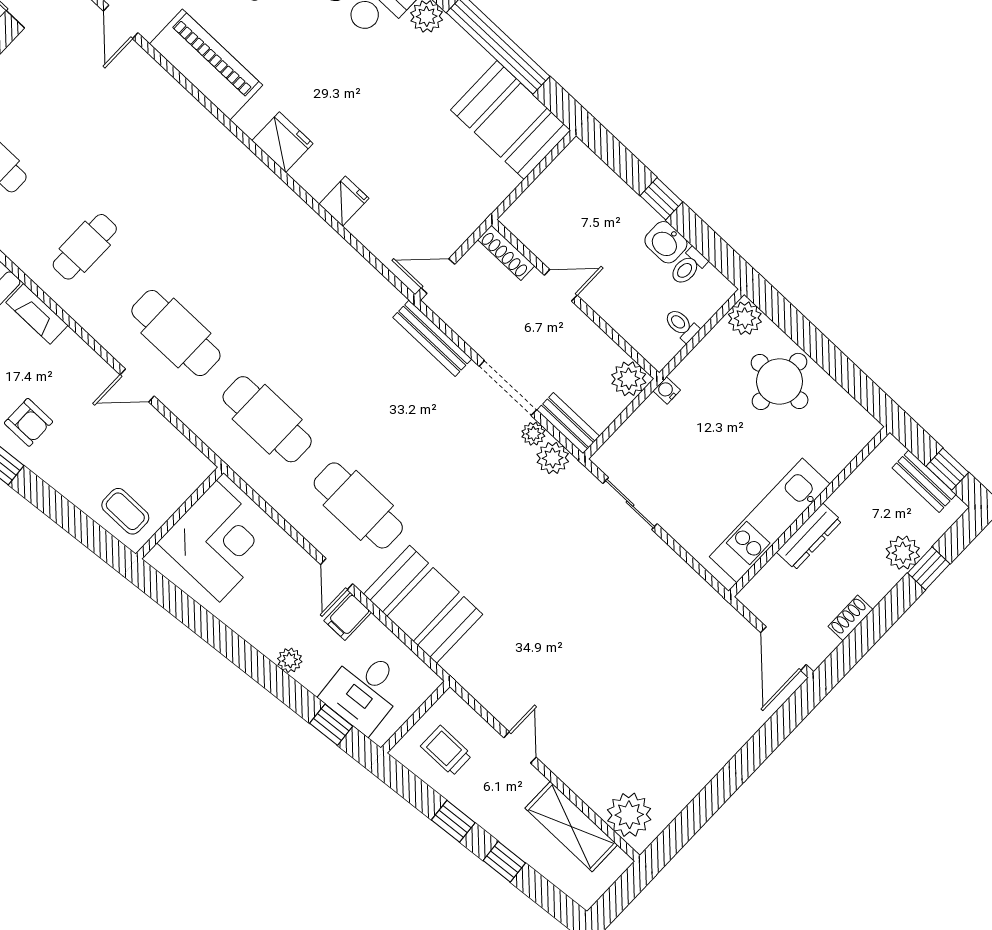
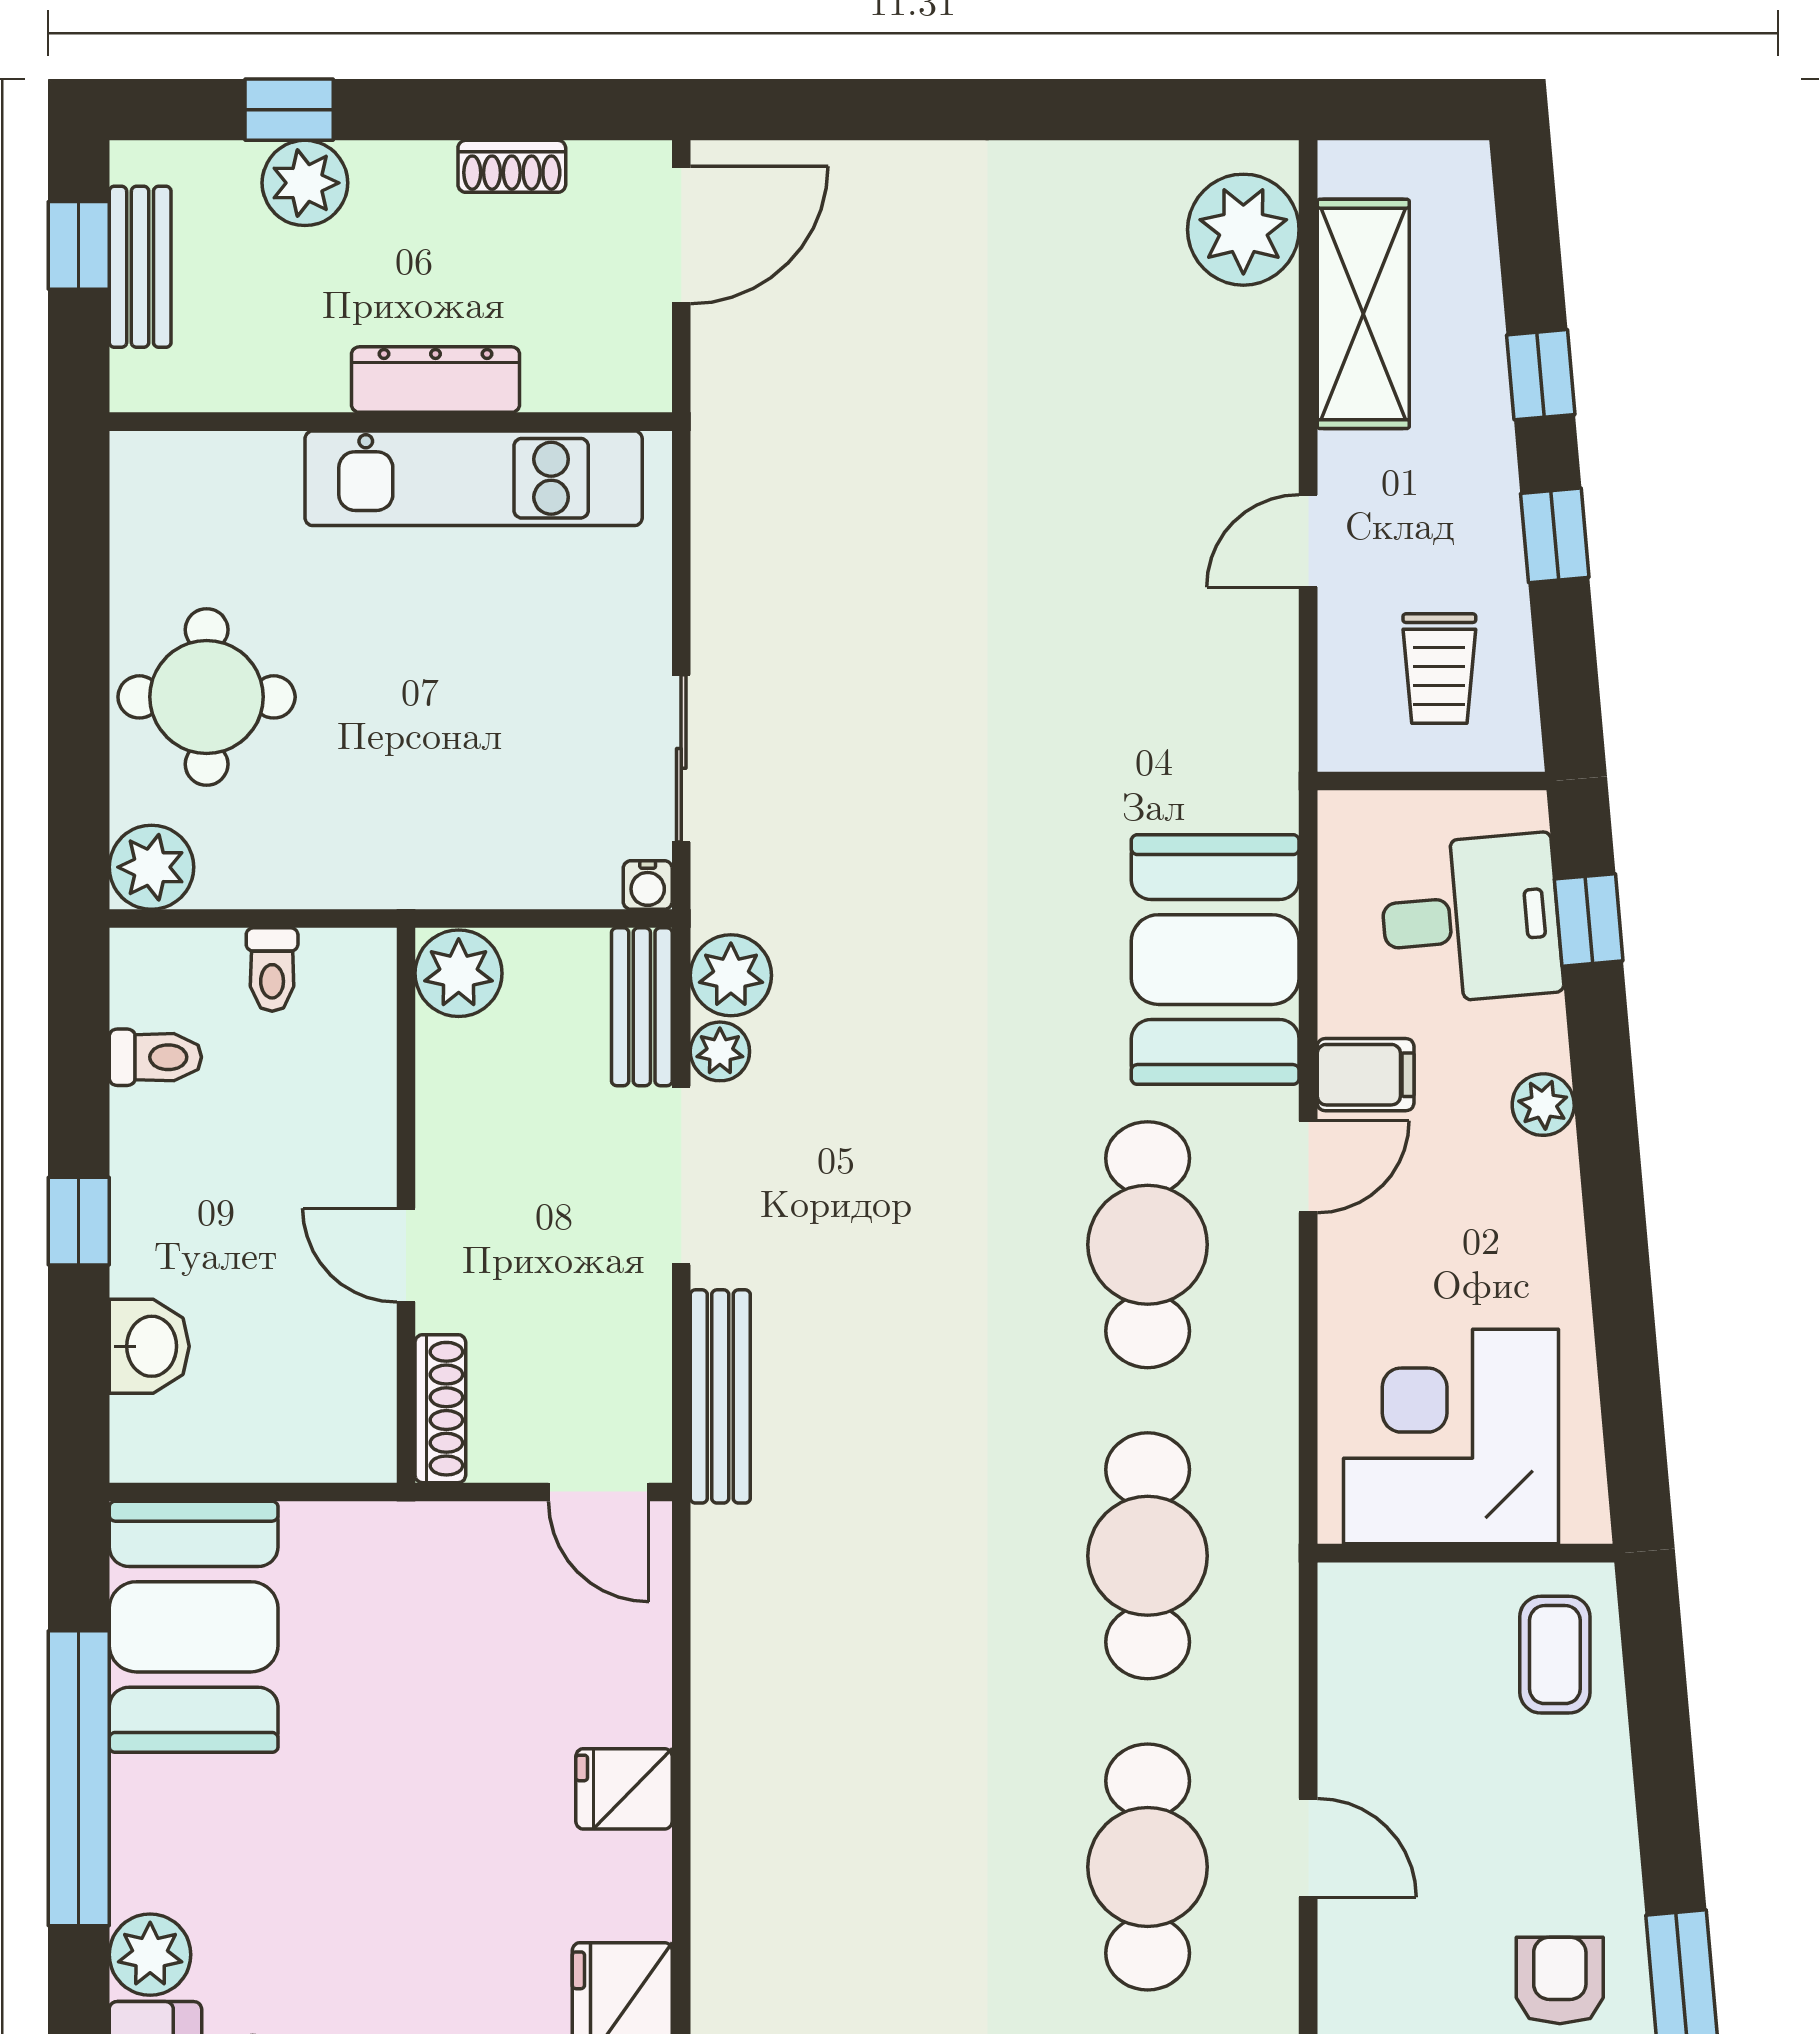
washbasin: (666, 242) -> (149, 1346), moved
water cooler: (667, 390) -> (648, 885), moved

